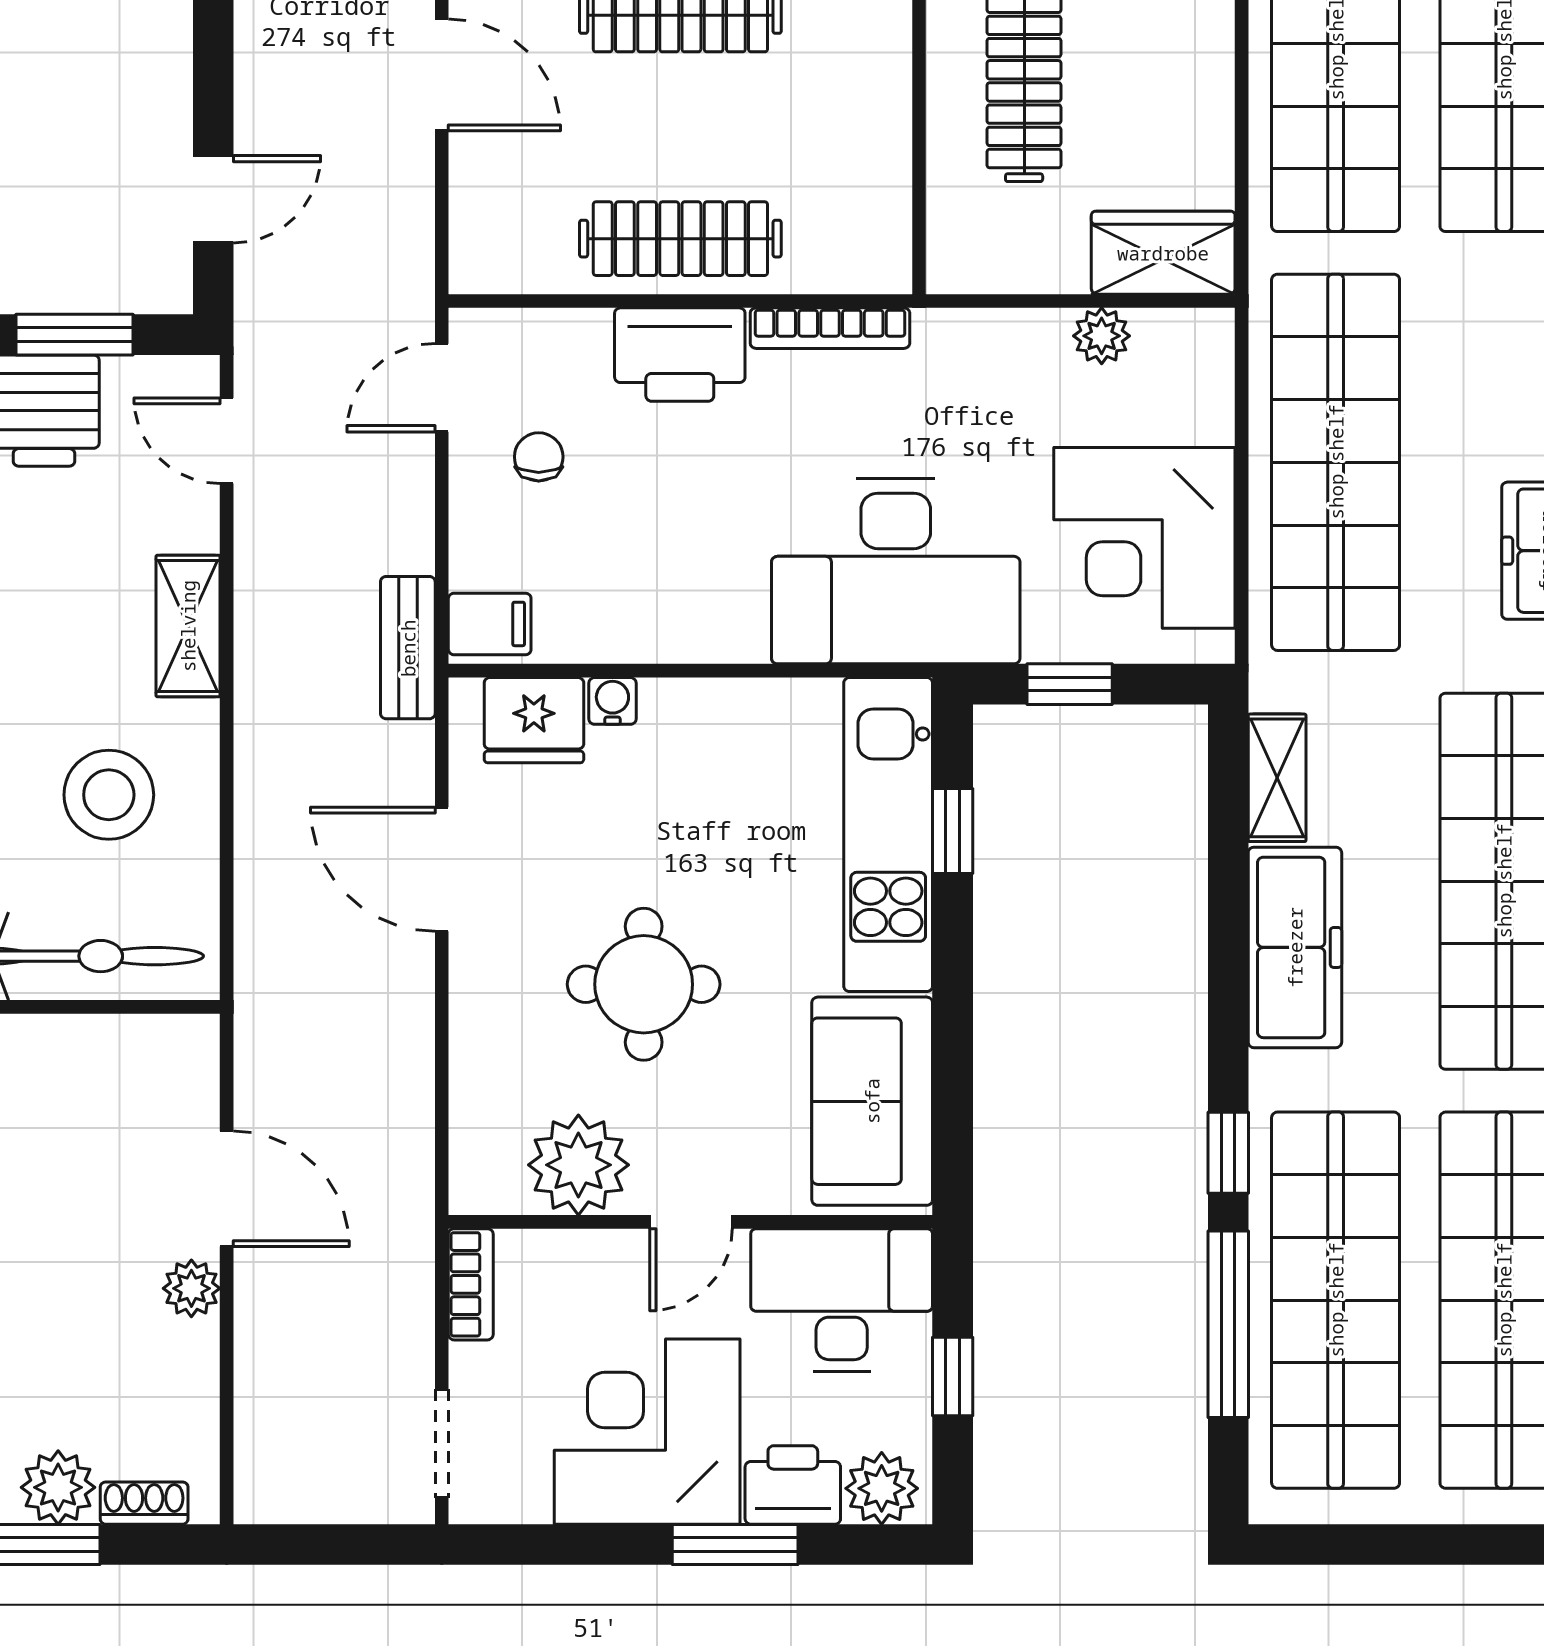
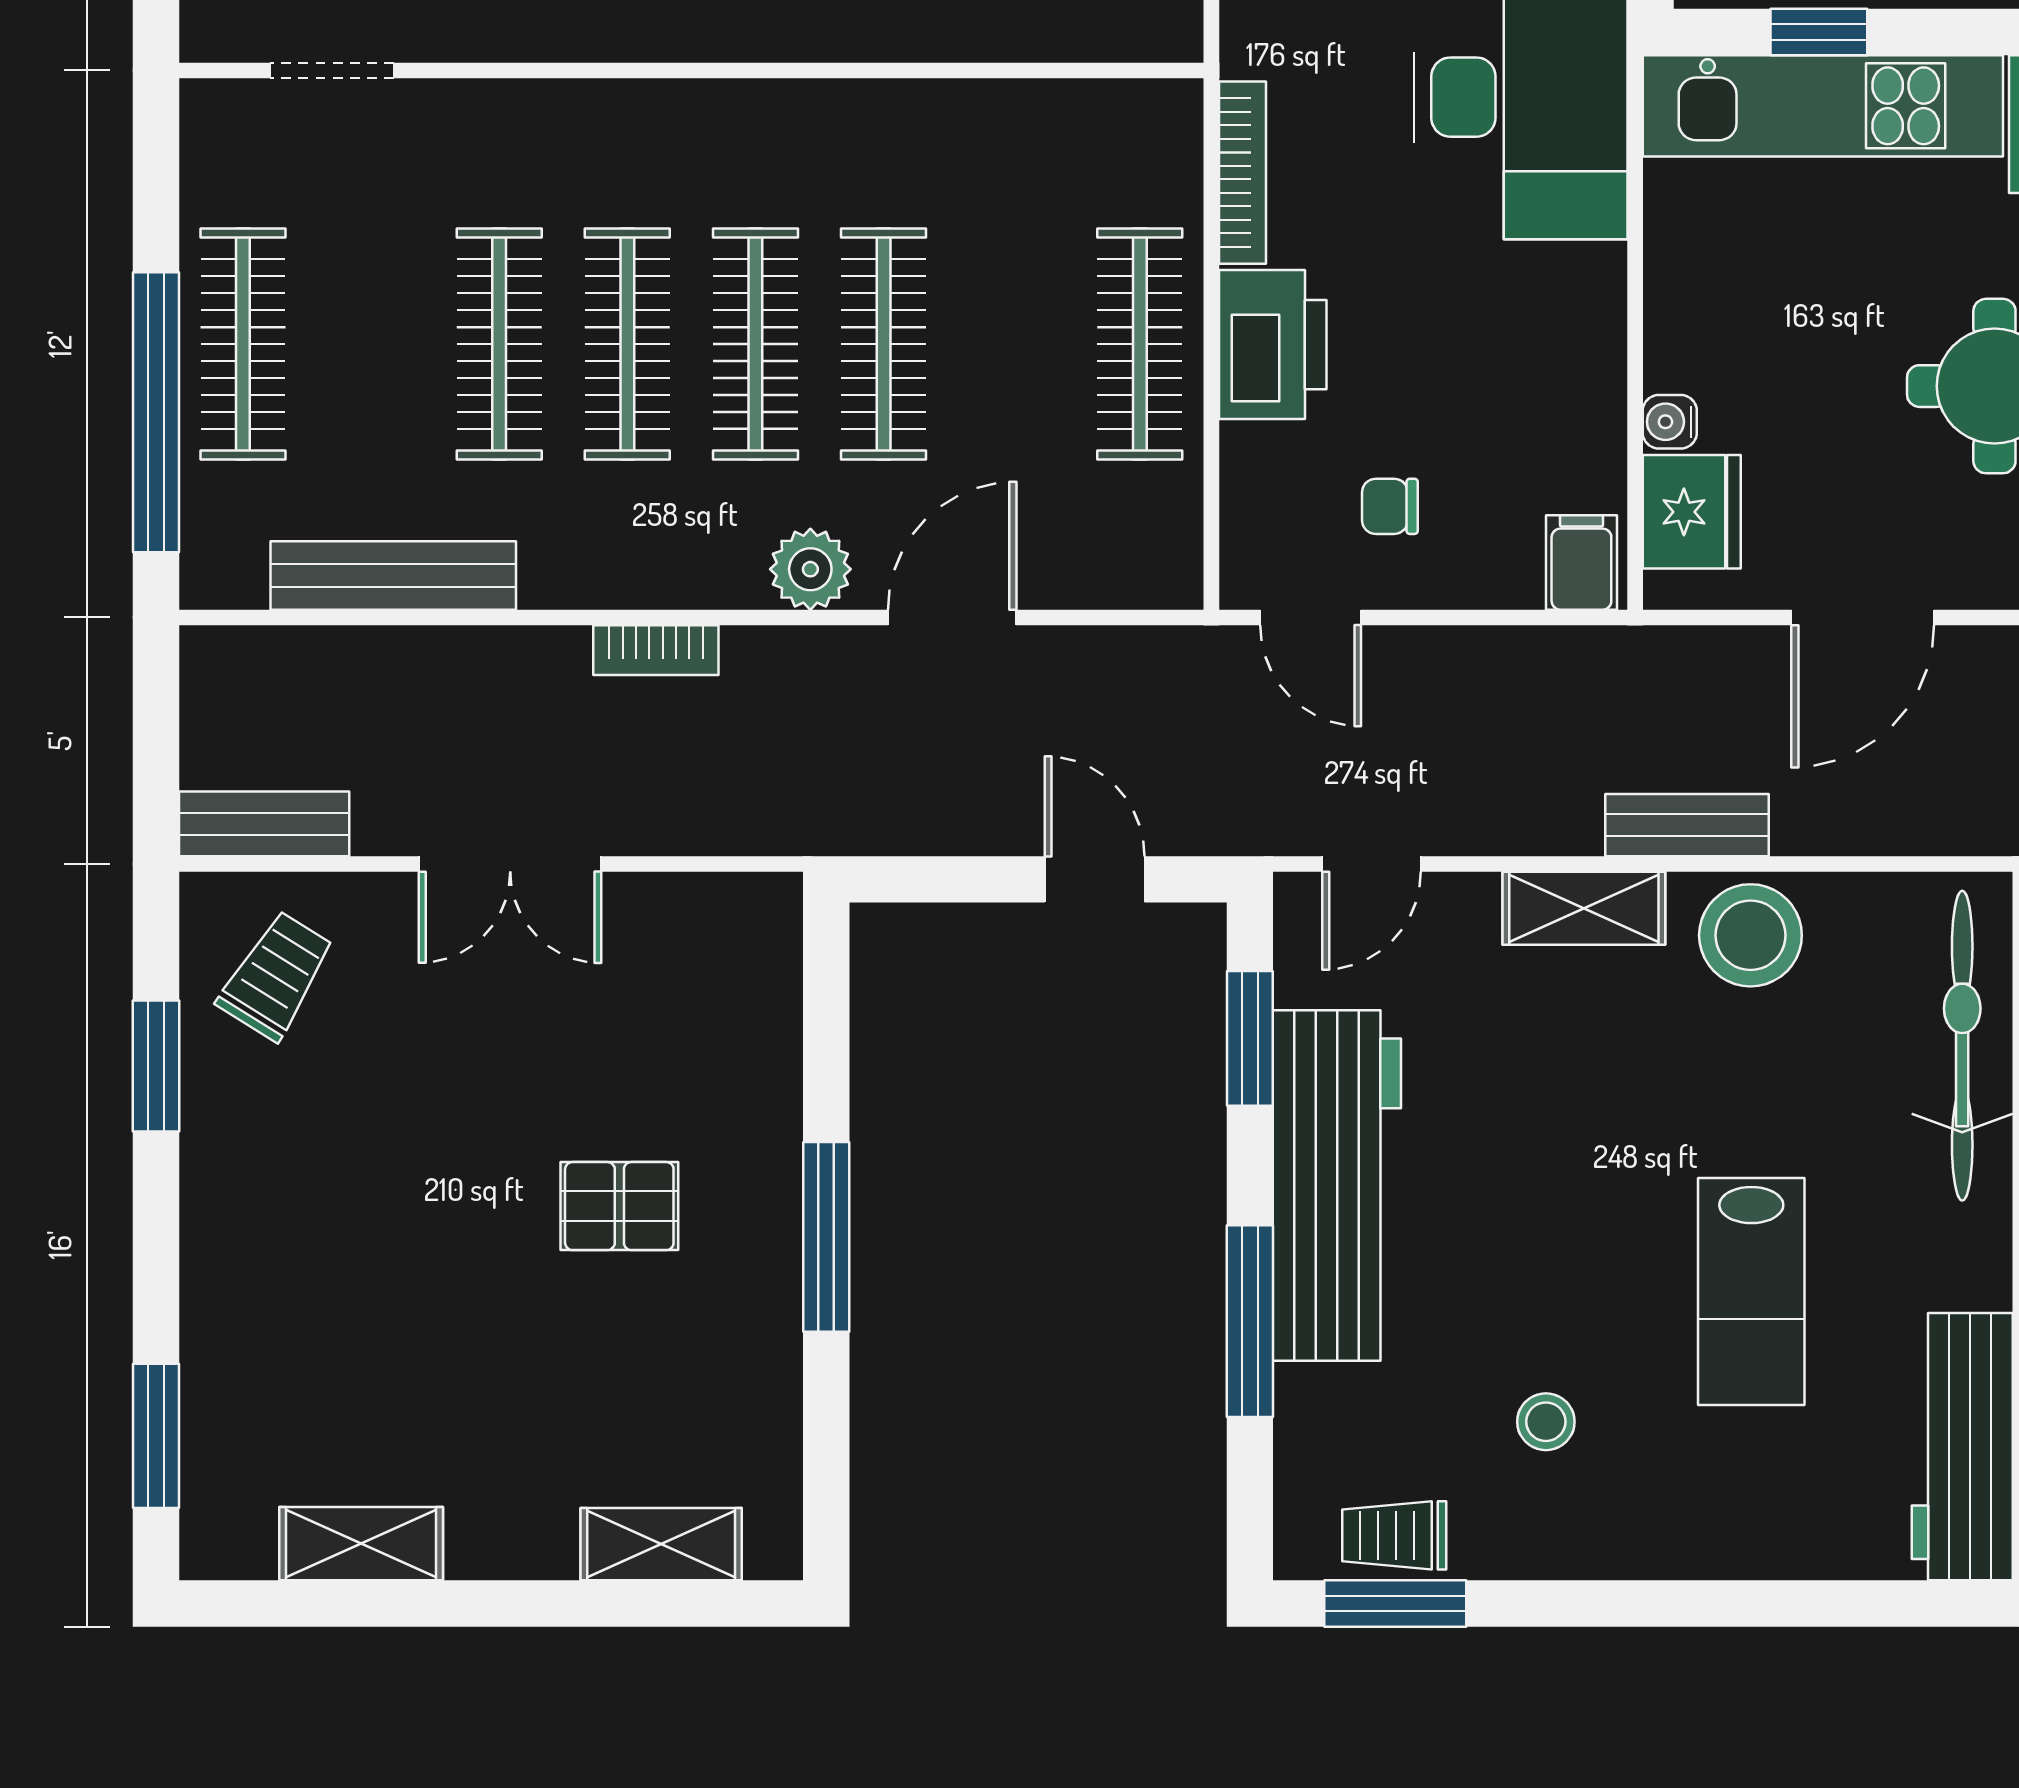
bench: (408, 648) -> (1687, 825), moved
stool: (109, 795) -> (1750, 935), moved

